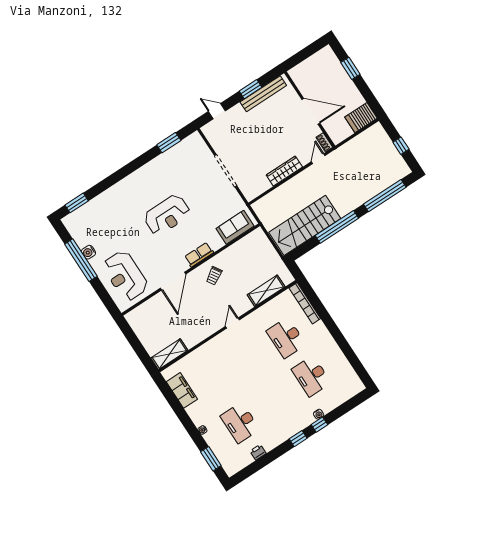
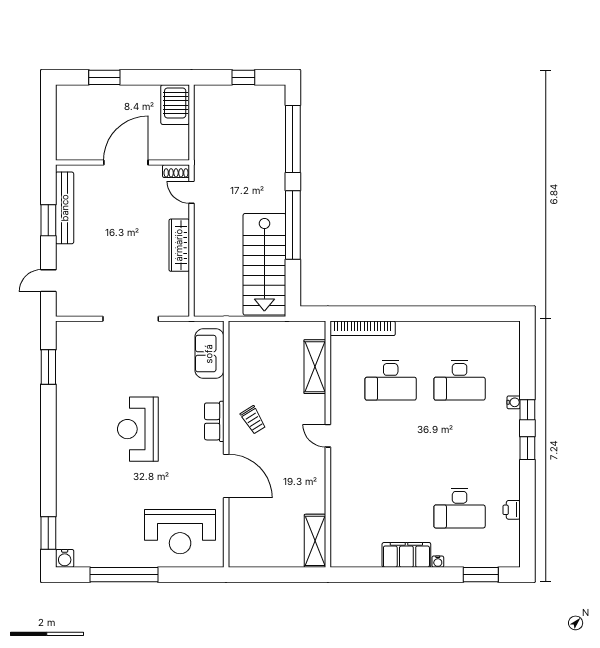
reception desk: (167, 215) -> (138, 429), turned 180
water cooler: (89, 252) -> (65, 558), moved
filing cabinet: (182, 390) -> (406, 555), moved

